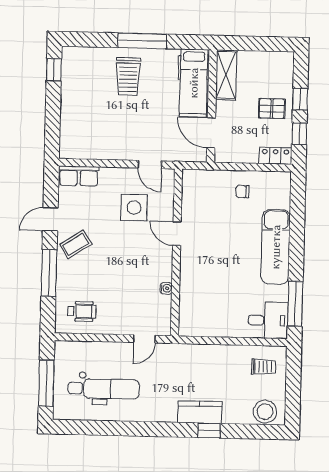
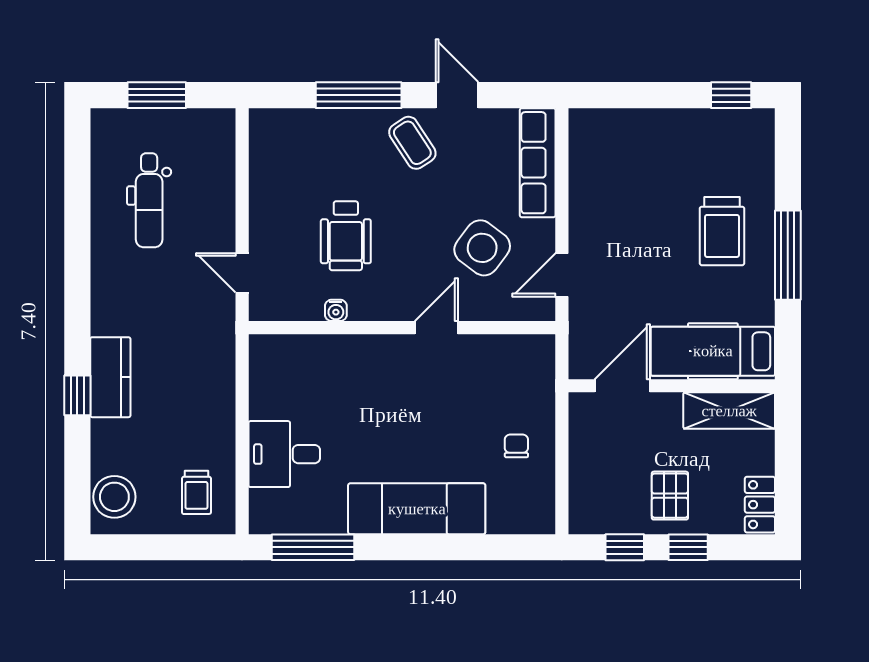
trolley: (128, 76) -> (722, 231), turned -90
locker: (275, 156) -> (760, 505), moved, turned 180
row of seats: (79, 176) -> (538, 163), width x1.48
side table: (134, 208) -> (482, 248), turned 37
wheelchair: (82, 311) -> (346, 236), moved, width x1.36, depth x1.37
desk: (268, 320) -> (284, 454), moved, turned 90
window: (46, 383) -> (157, 95), width x0.69
dental chair: (104, 389) -> (149, 200), width x0.73, depth x0.72

